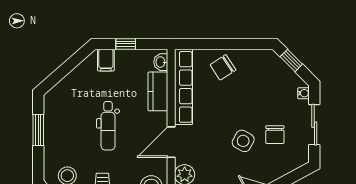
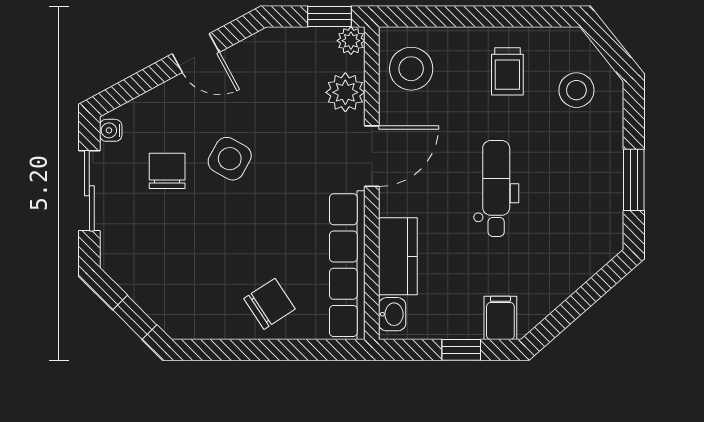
water cooler: (303, 93) -> (111, 130), moved

